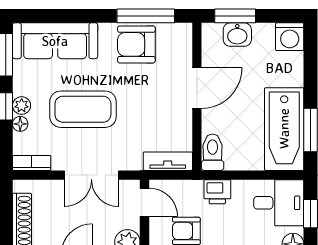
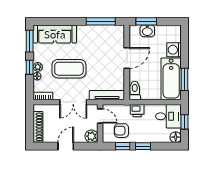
washing machine: (290, 37) -> (174, 50), moved, turned 90
armchair: (136, 44) -> (96, 36), removed
tv unit: (168, 161) -> (107, 95), width x1.41

